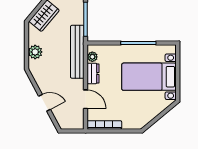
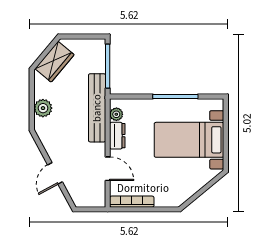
door: (45, 103) -> (55, 173), swing flipped

